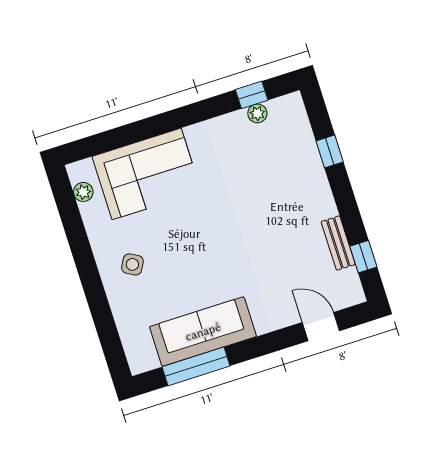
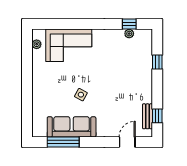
bench: (338, 243) -> (148, 116), moved
side table: (132, 264) -> (81, 95), moved
door: (321, 327) -> (127, 142), hinge flipped

